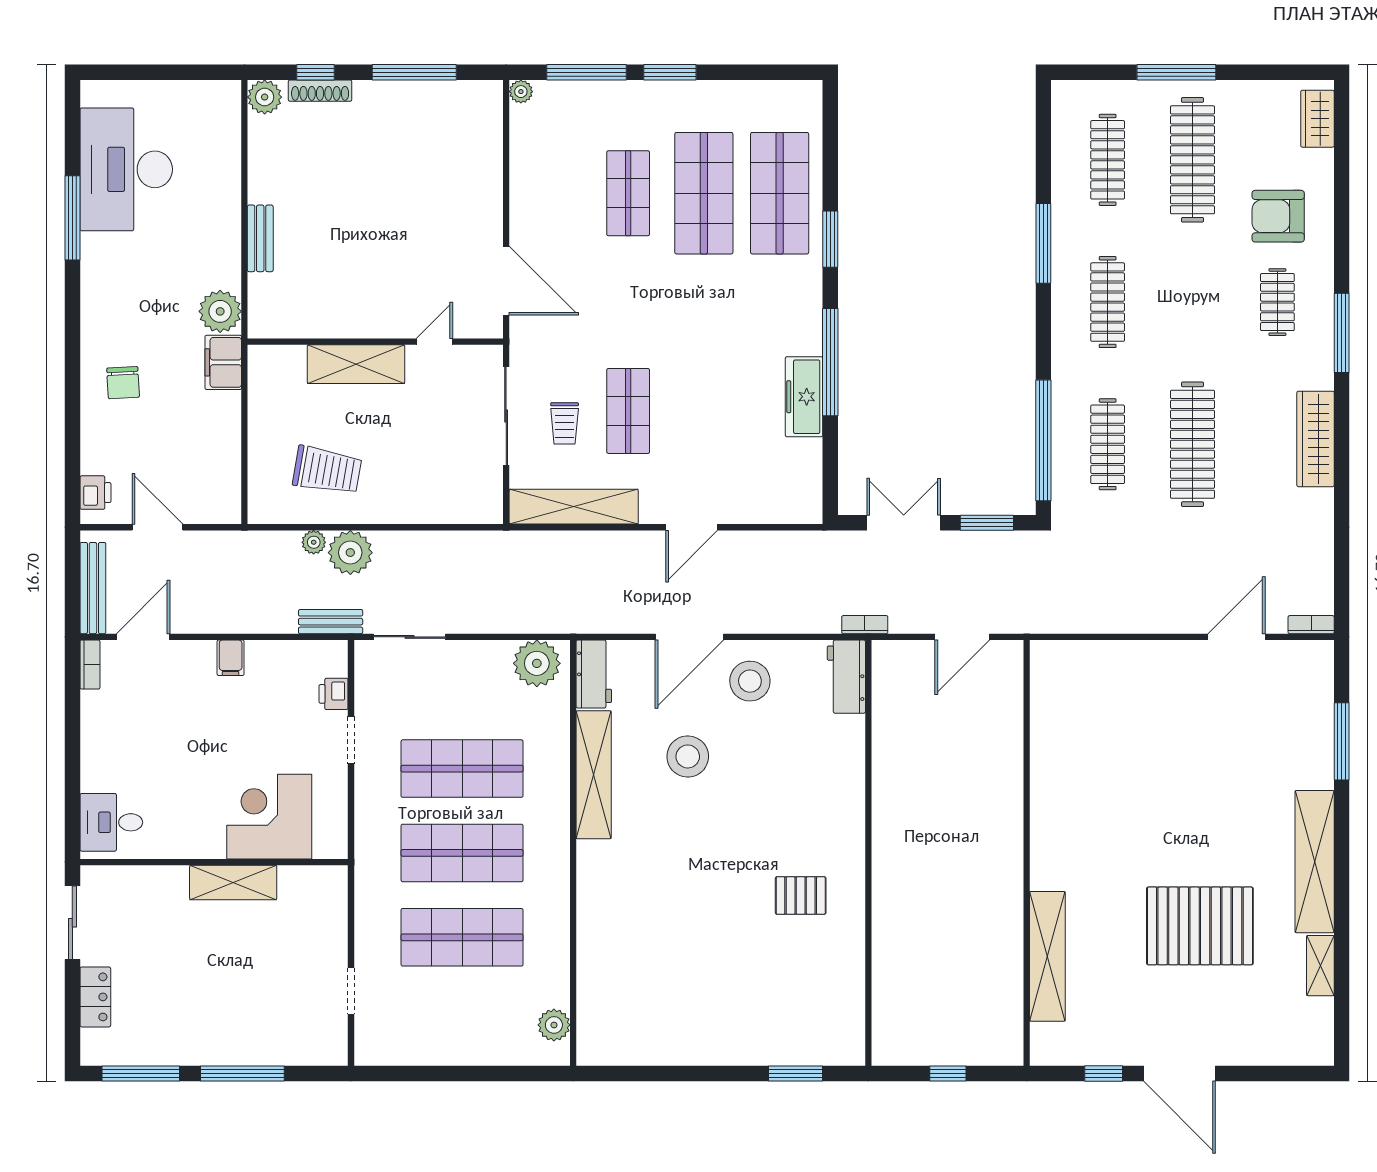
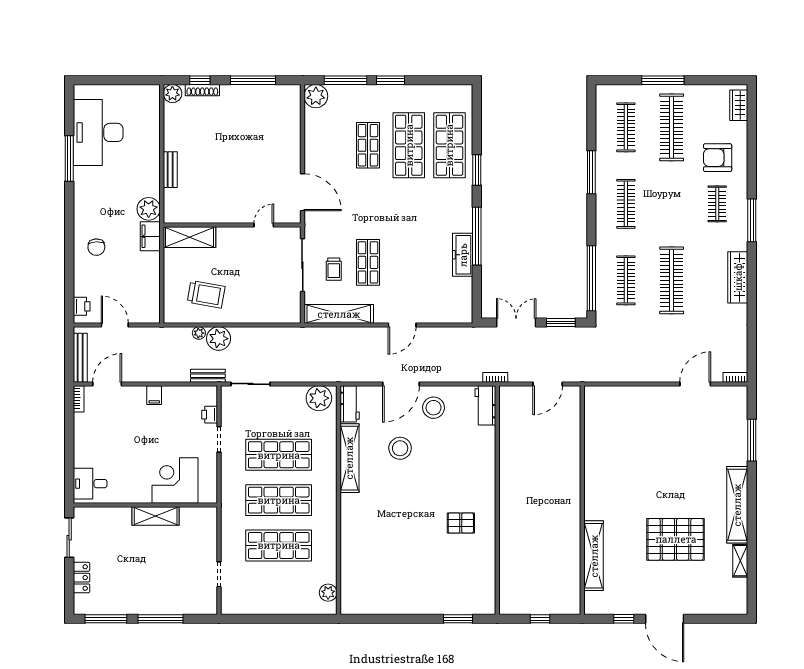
plant: (521, 92) -> (316, 96), width x1.87, depth x1.87
shelving: (356, 364) -> (189, 237), moved

